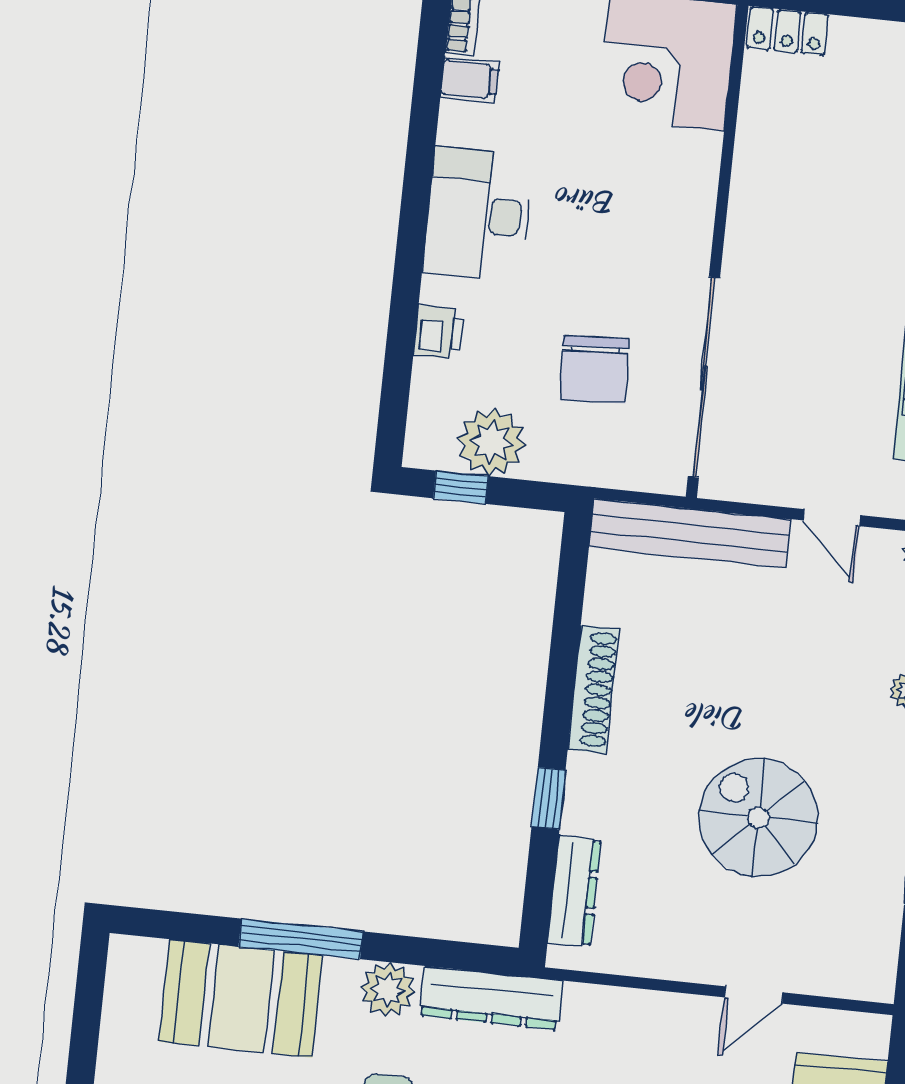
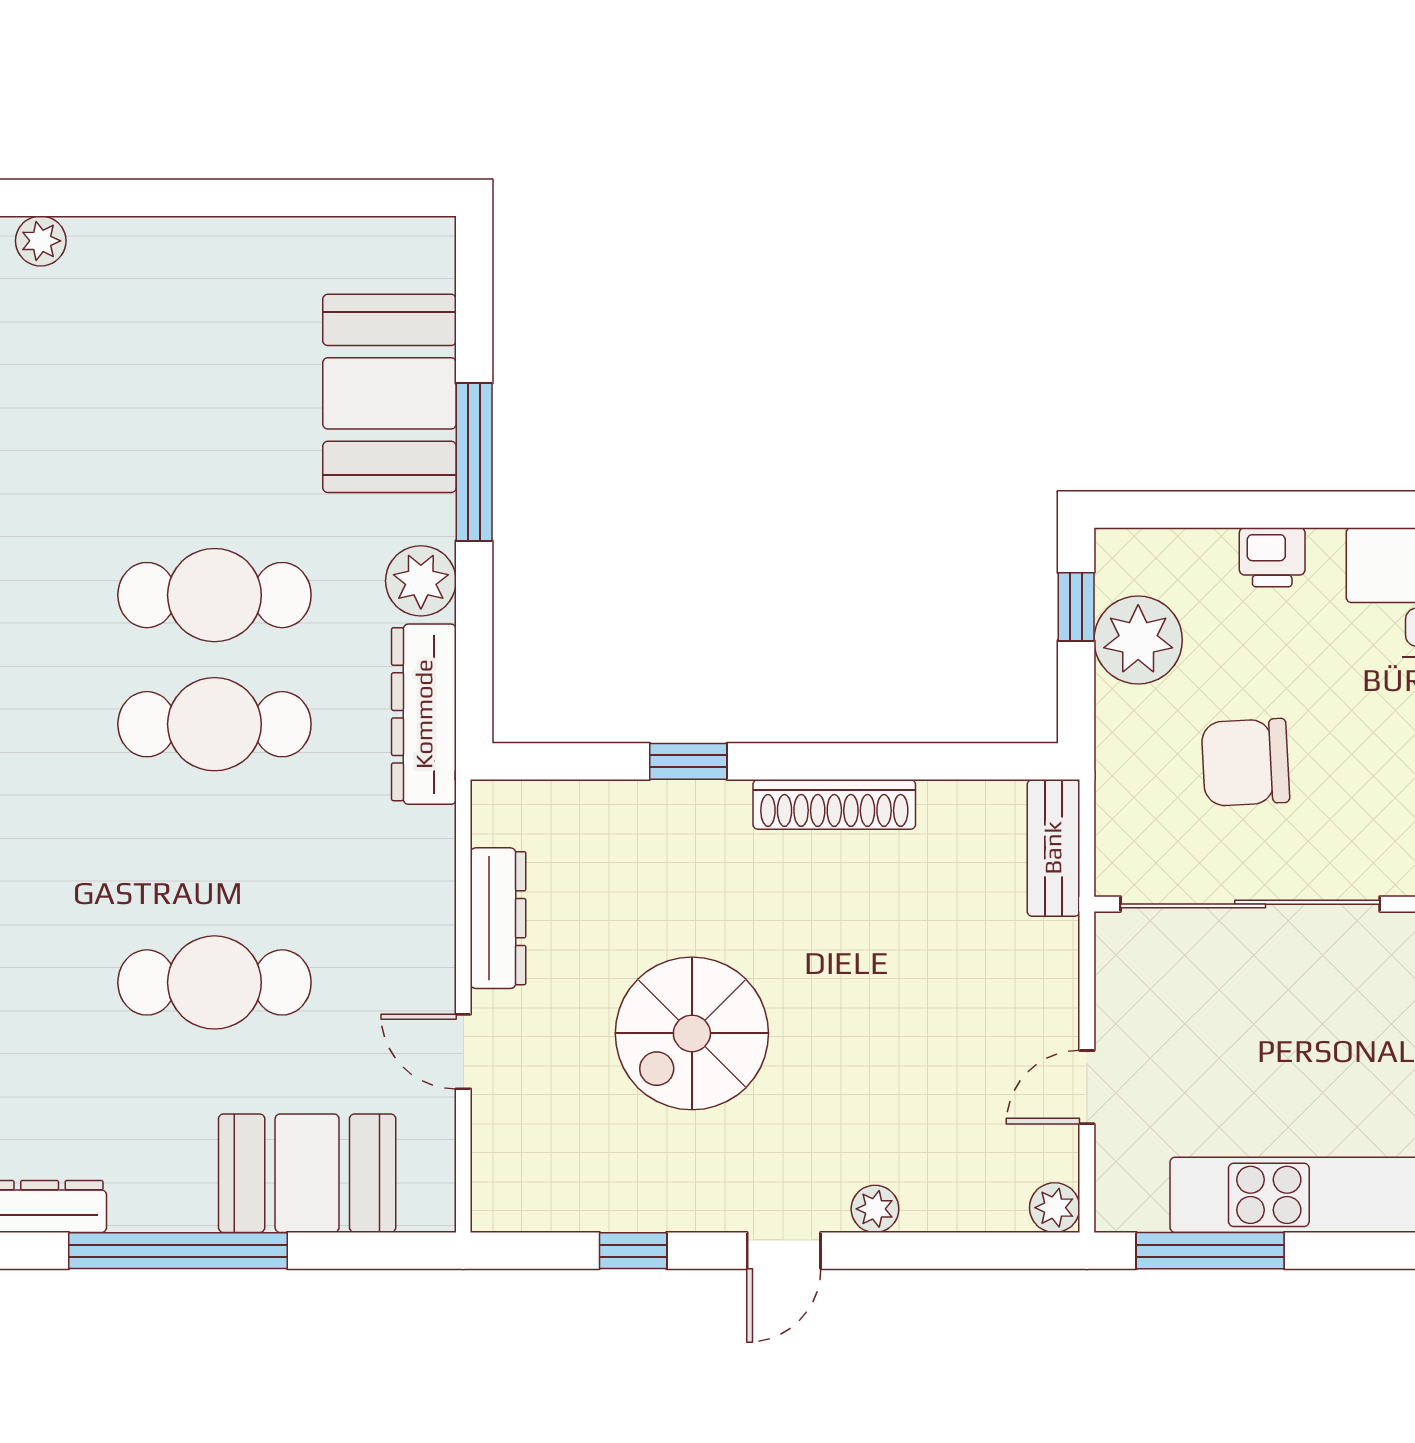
bench: (690, 533) -> (1053, 848), width x0.54, depth x0.82
spiral stairs: (758, 817) -> (692, 1033), turned 180
dresser: (574, 891) -> (498, 918), moved, turned -90

